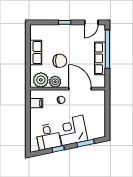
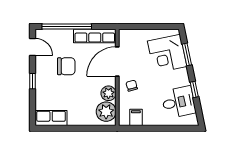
row of seats: (36, 53) -> (51, 118), moved
row of seats: (100, 58) -> (95, 36), moved
chair: (60, 61) -> (66, 66), moved, turned 90
corner desk: (72, 130) -> (167, 54), moved

